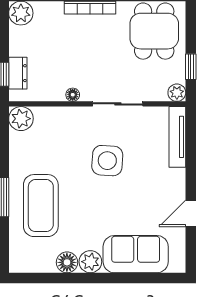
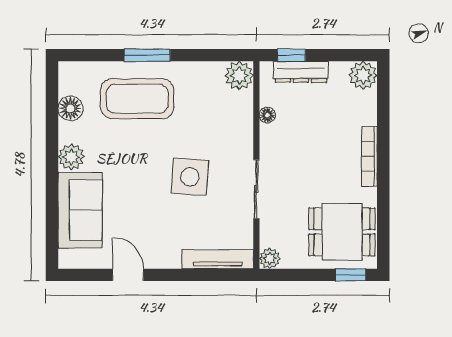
window: (191, 67) -> (350, 275), moved
dresser: (18, 73) -> (301, 72), width x1.44
floor lamp: (73, 95) -> (267, 115), moved
floor lamp: (67, 262) -> (70, 108), moved

